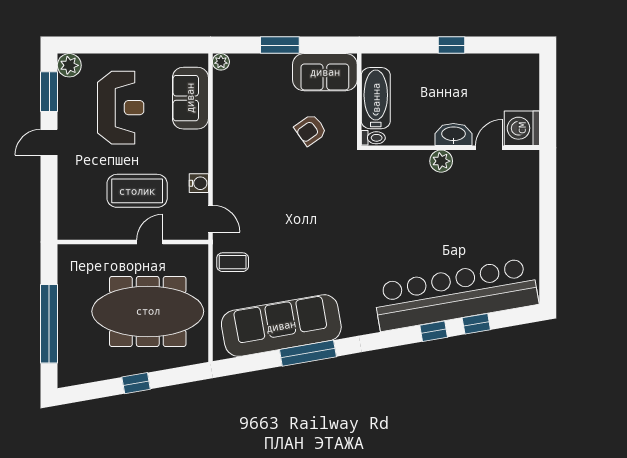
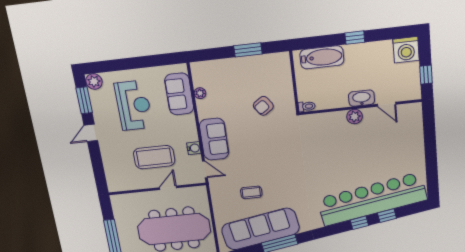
window: (280, 45) -> (248, 50), moved
plant: (221, 62) -> (200, 93), moved
sofa: (325, 72) -> (214, 139), moved, turned -90
bathtub: (376, 98) -> (322, 57), moved, turned 90
window: (548, 110) -> (426, 75), added
washing machine: (522, 128) -> (406, 50), moved, turned -90
door: (489, 148) -> (387, 104), swing flipped
coffee table: (233, 262) -> (251, 192), moved

